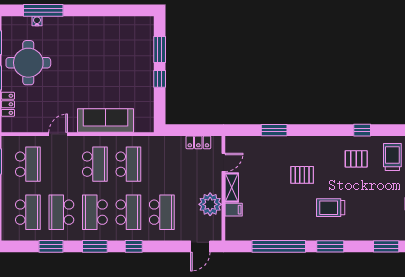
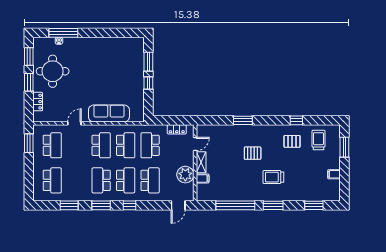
window: (274, 130) -> (243, 120), moved
school desk: (61, 212) -> (150, 145), moved

